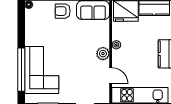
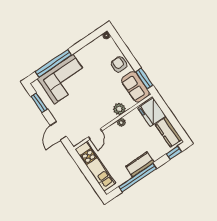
plant: (103, 54) -> (119, 109), moved

